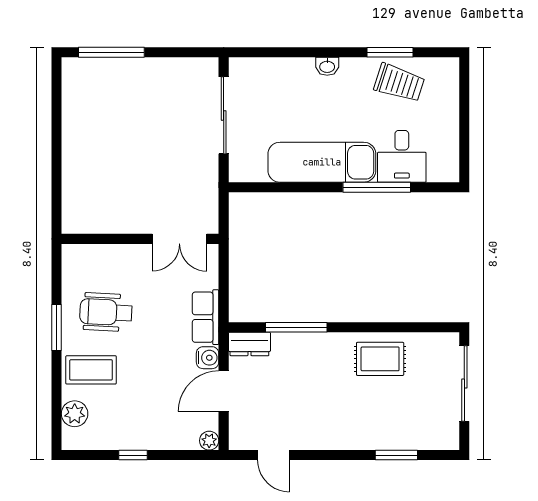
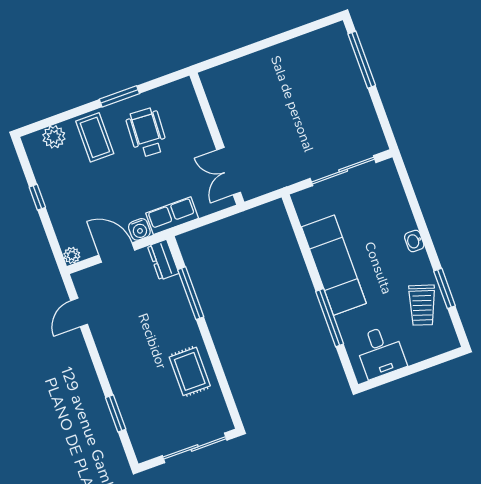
desk: (402, 156) -> (380, 352), moved, turned -90

